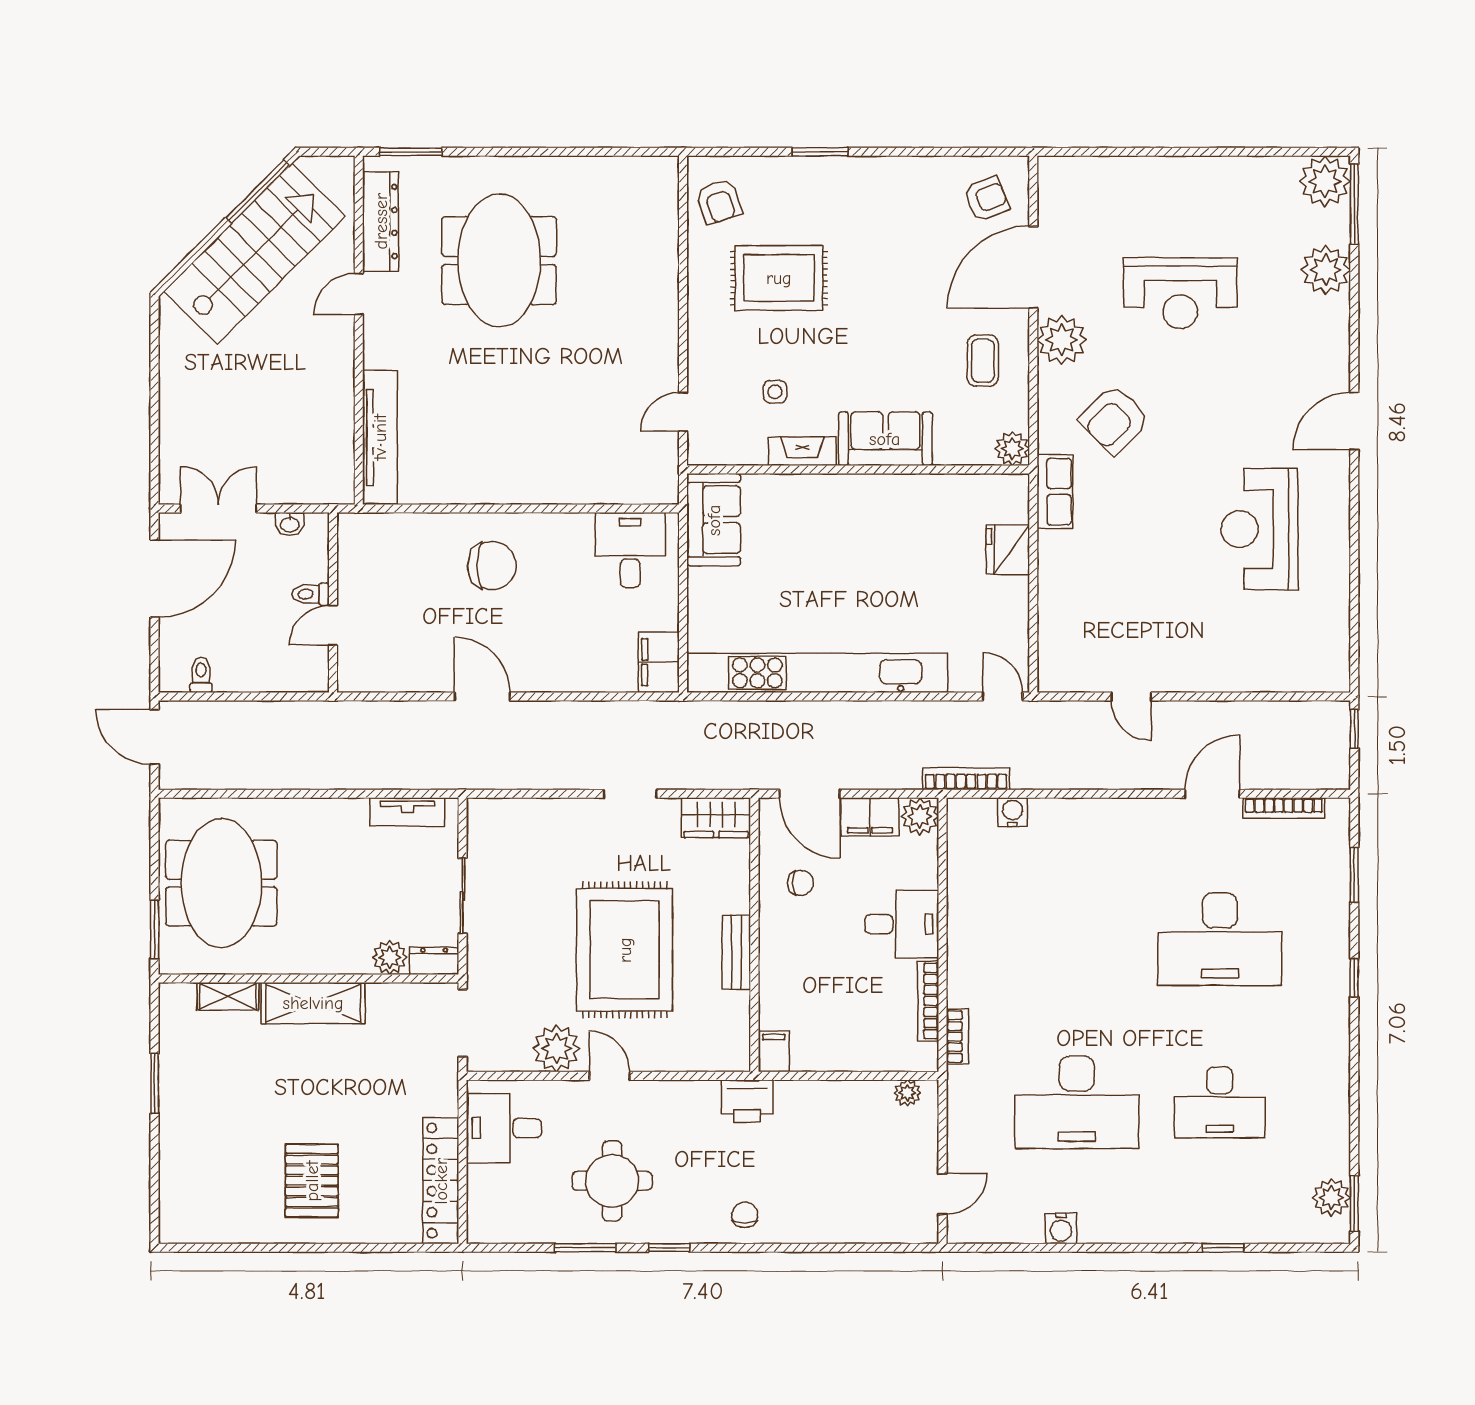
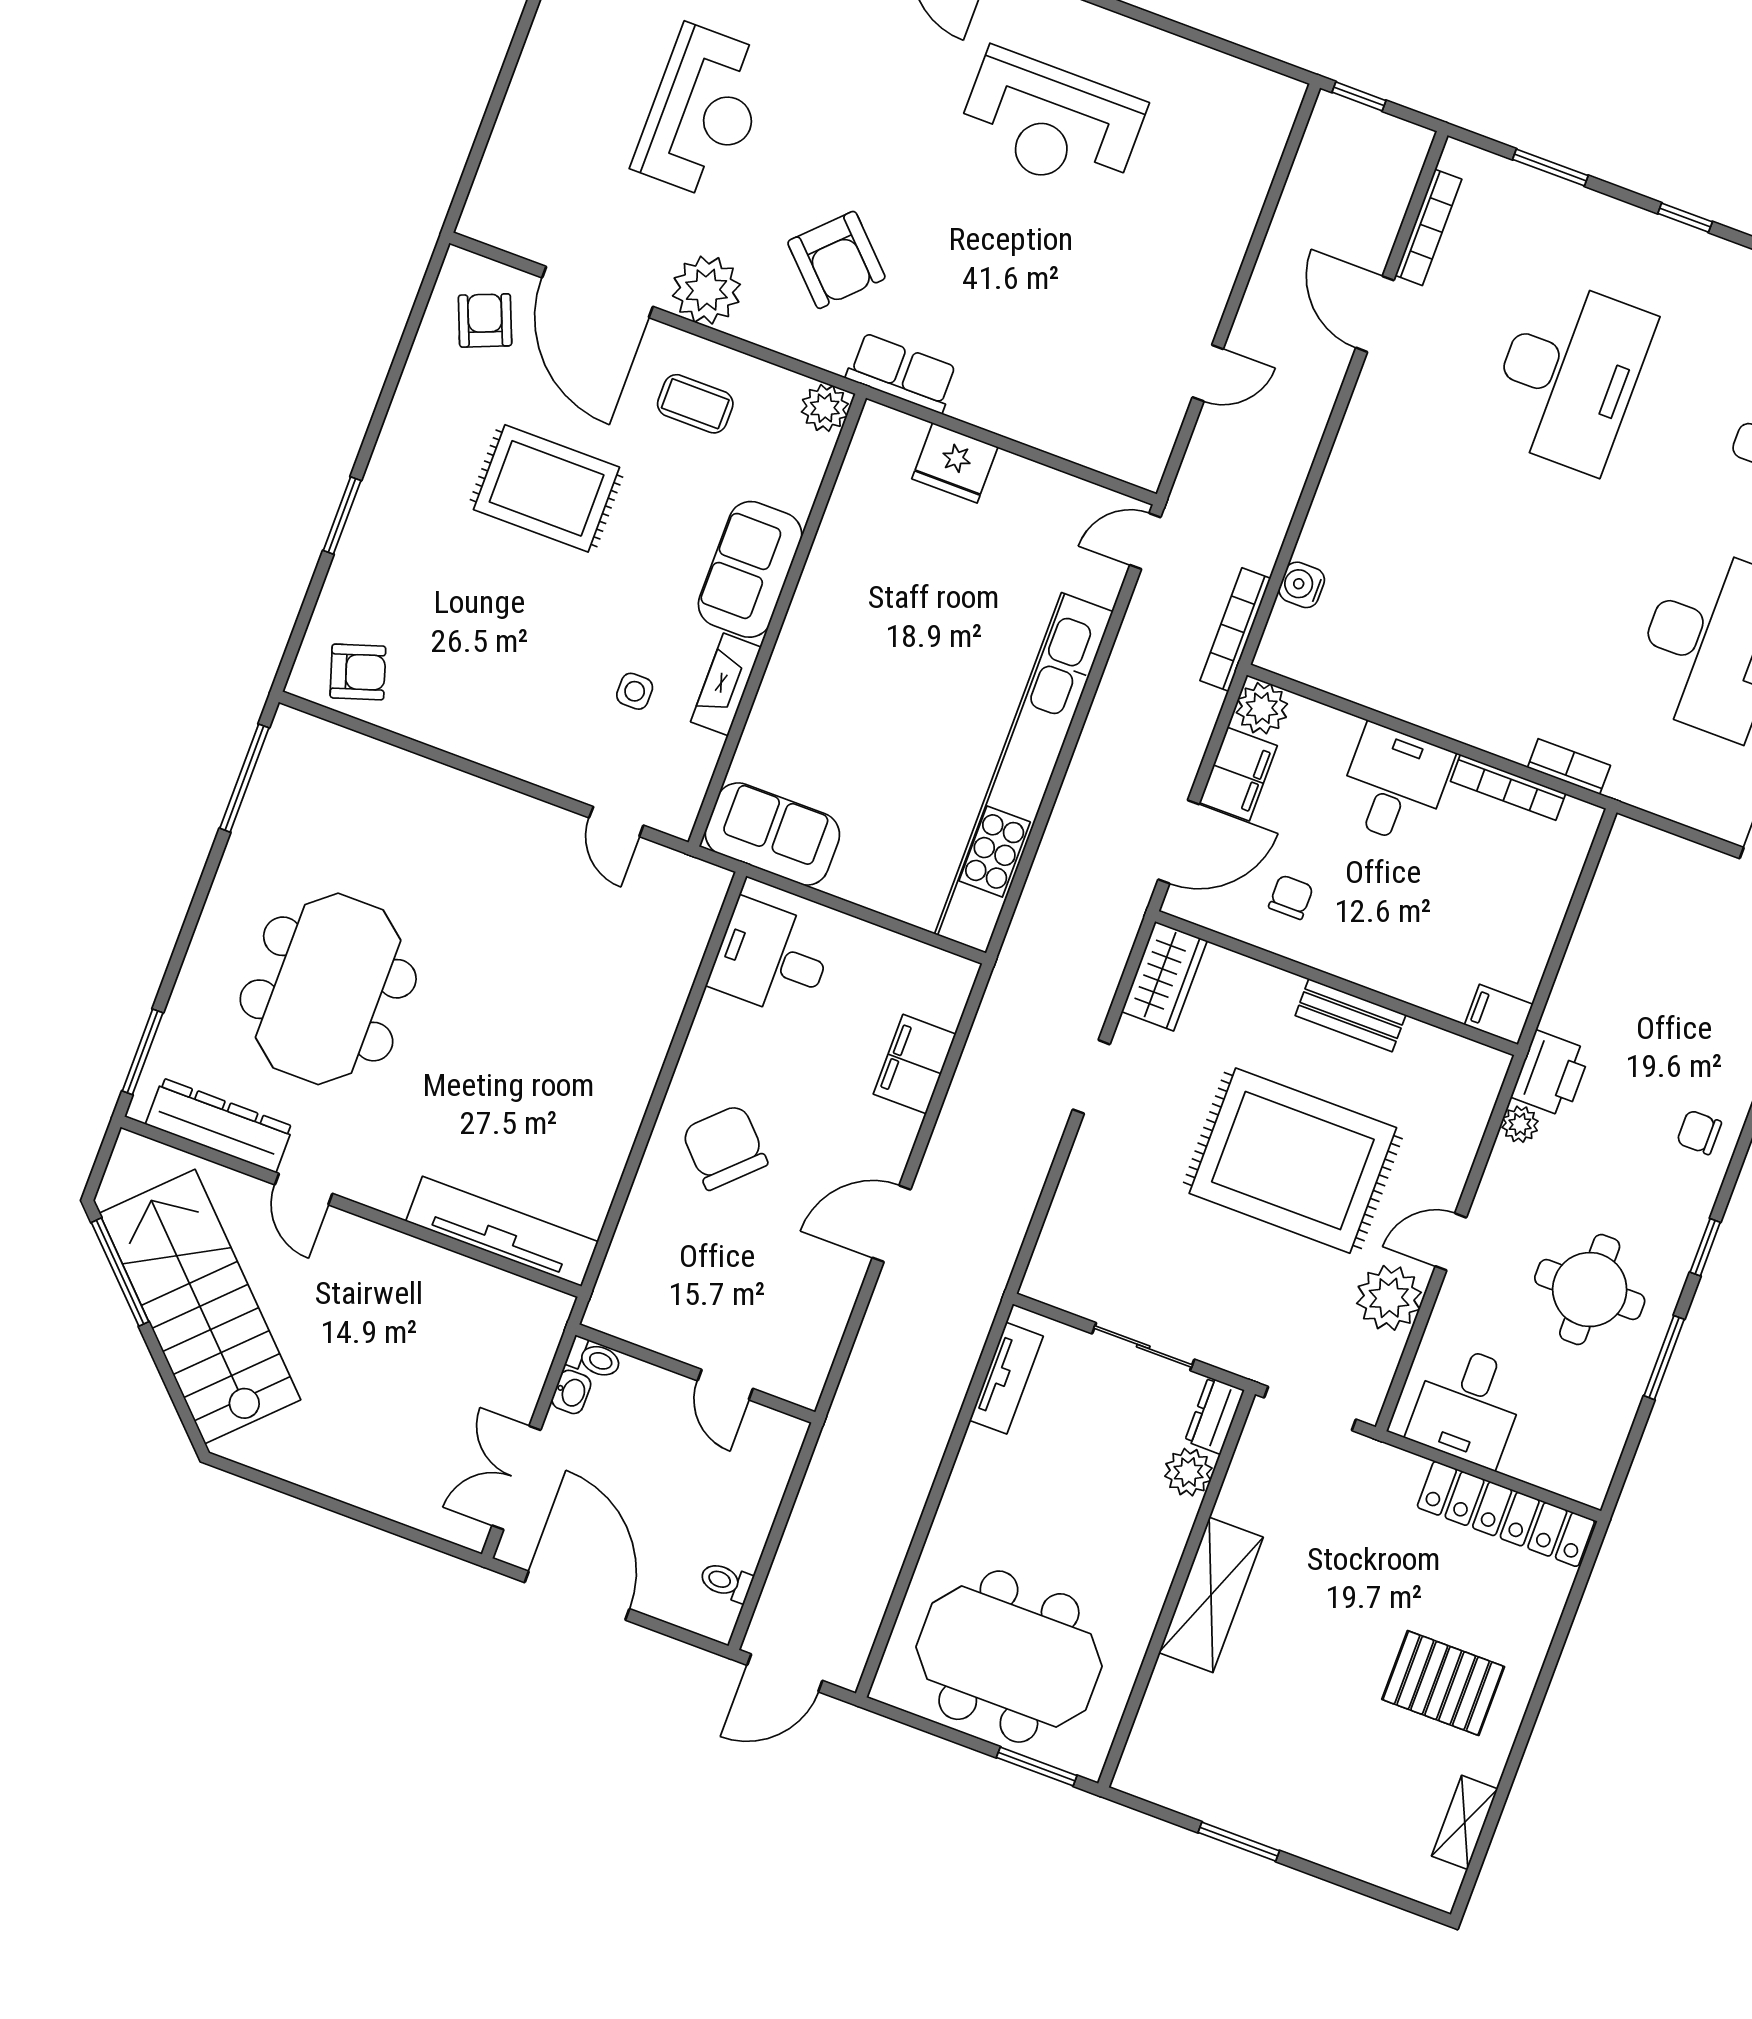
window: (620, 152) -> (244, 778), added
meeting table: (499, 261) -> (328, 989), turned 90
rug: (779, 278) -> (547, 488), moved, turned 90
chair: (492, 566) -> (725, 1147), turned -44
toilet: (311, 594) -> (594, 1358), moved, turned -90
filing cabinet: (659, 662) -> (915, 1064), moved, turned 90
shelving: (228, 996) -> (1465, 1822), moved
plant: (907, 1093) -> (1520, 1124), moved

